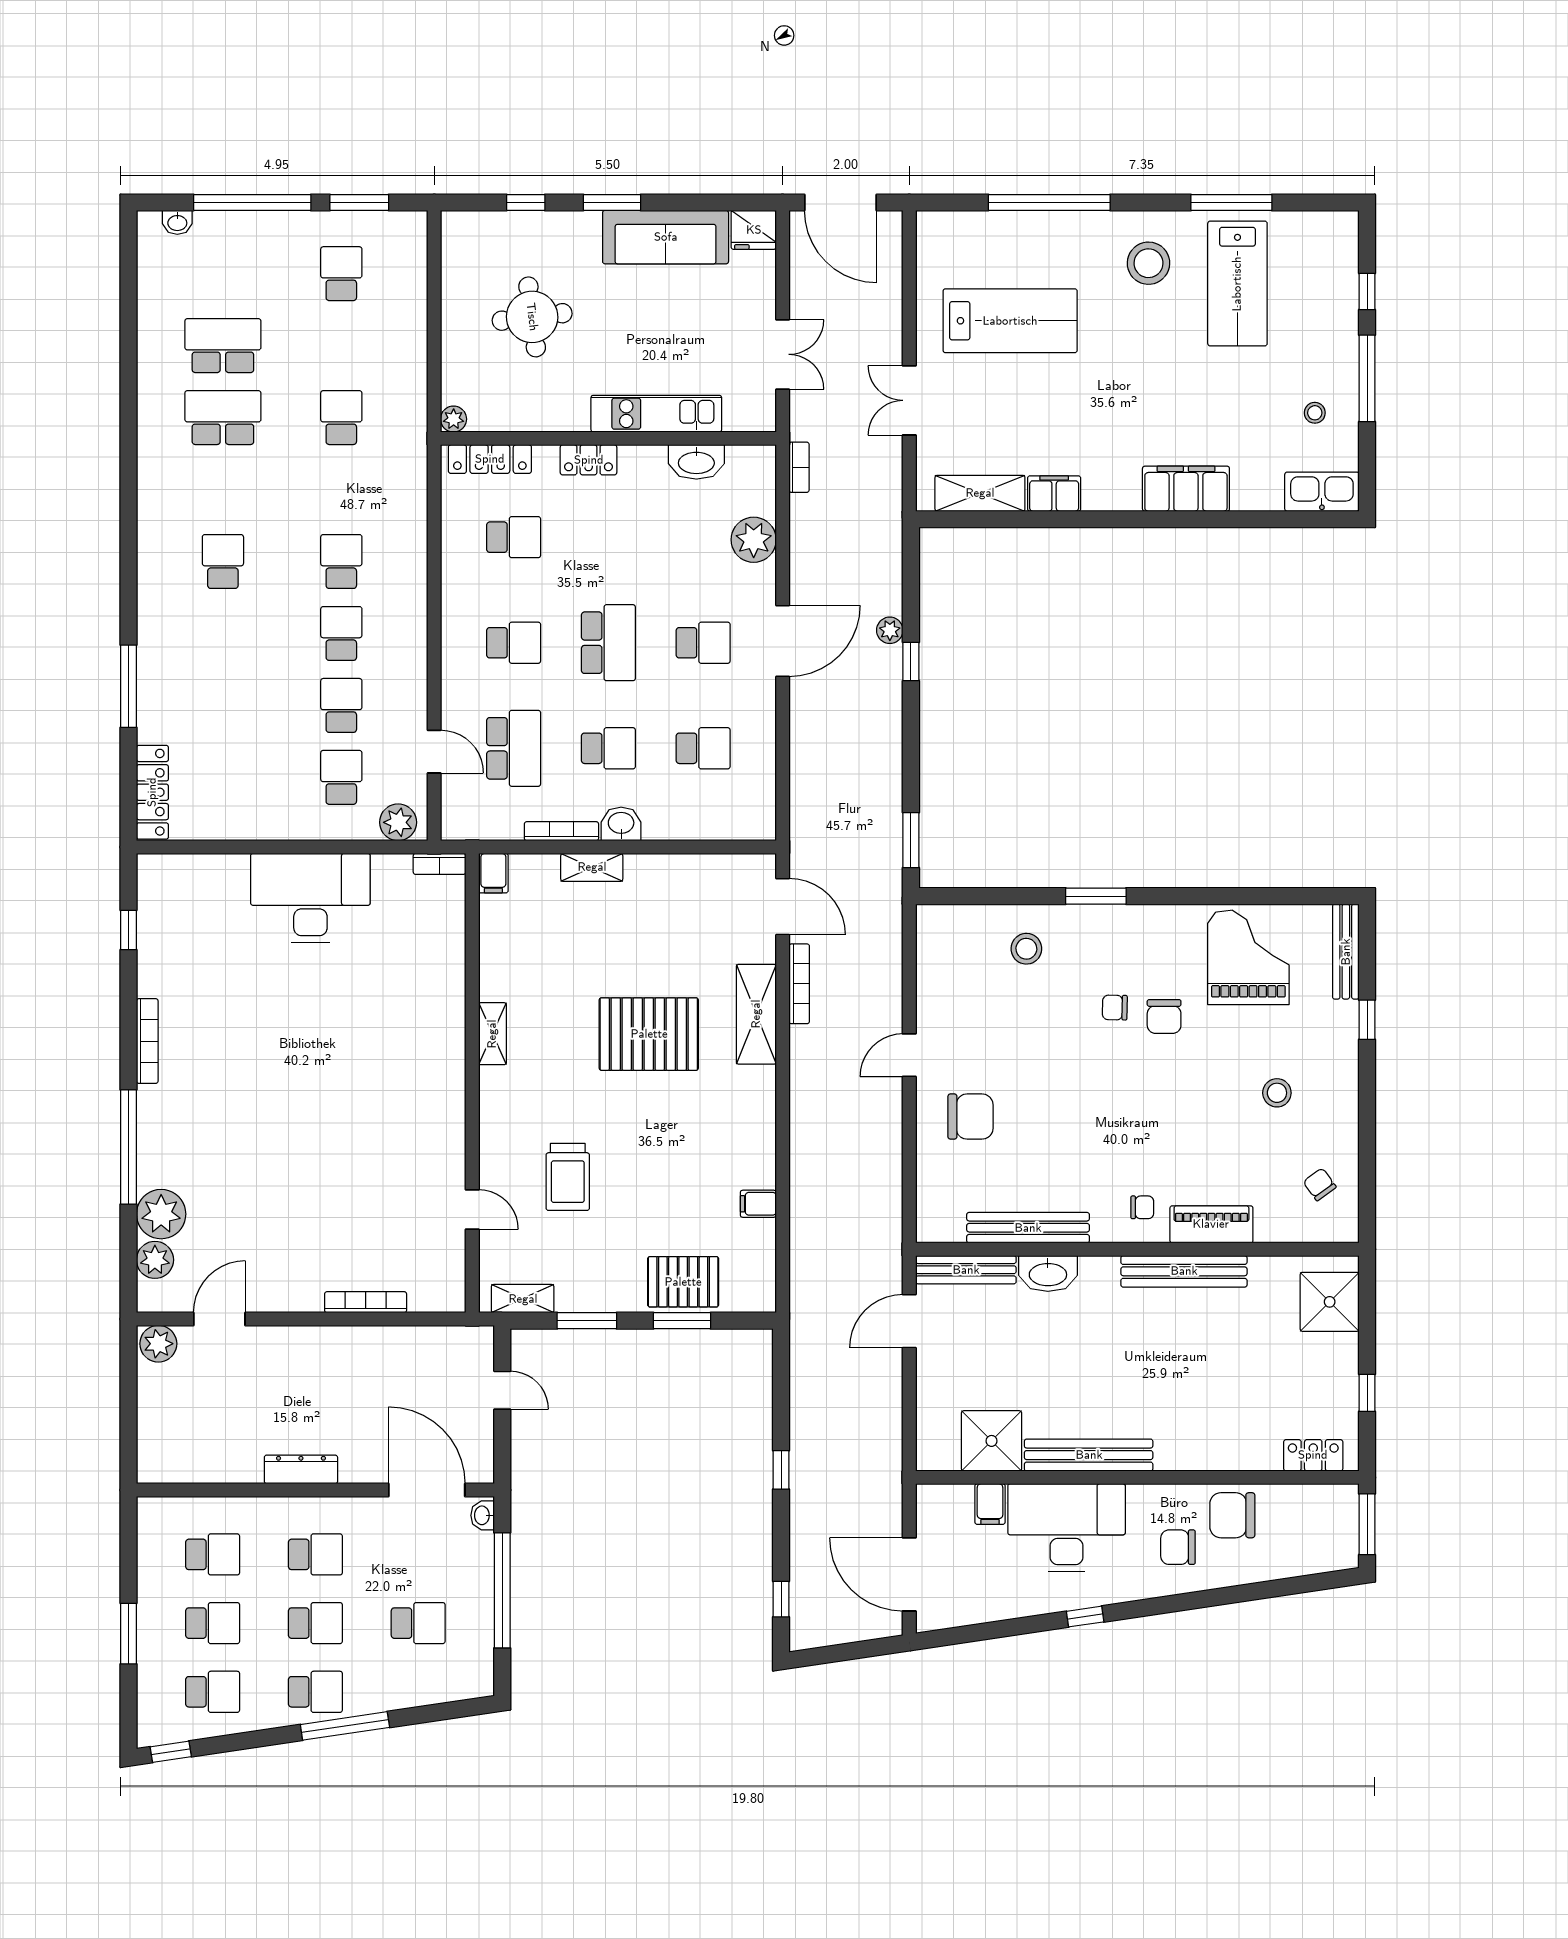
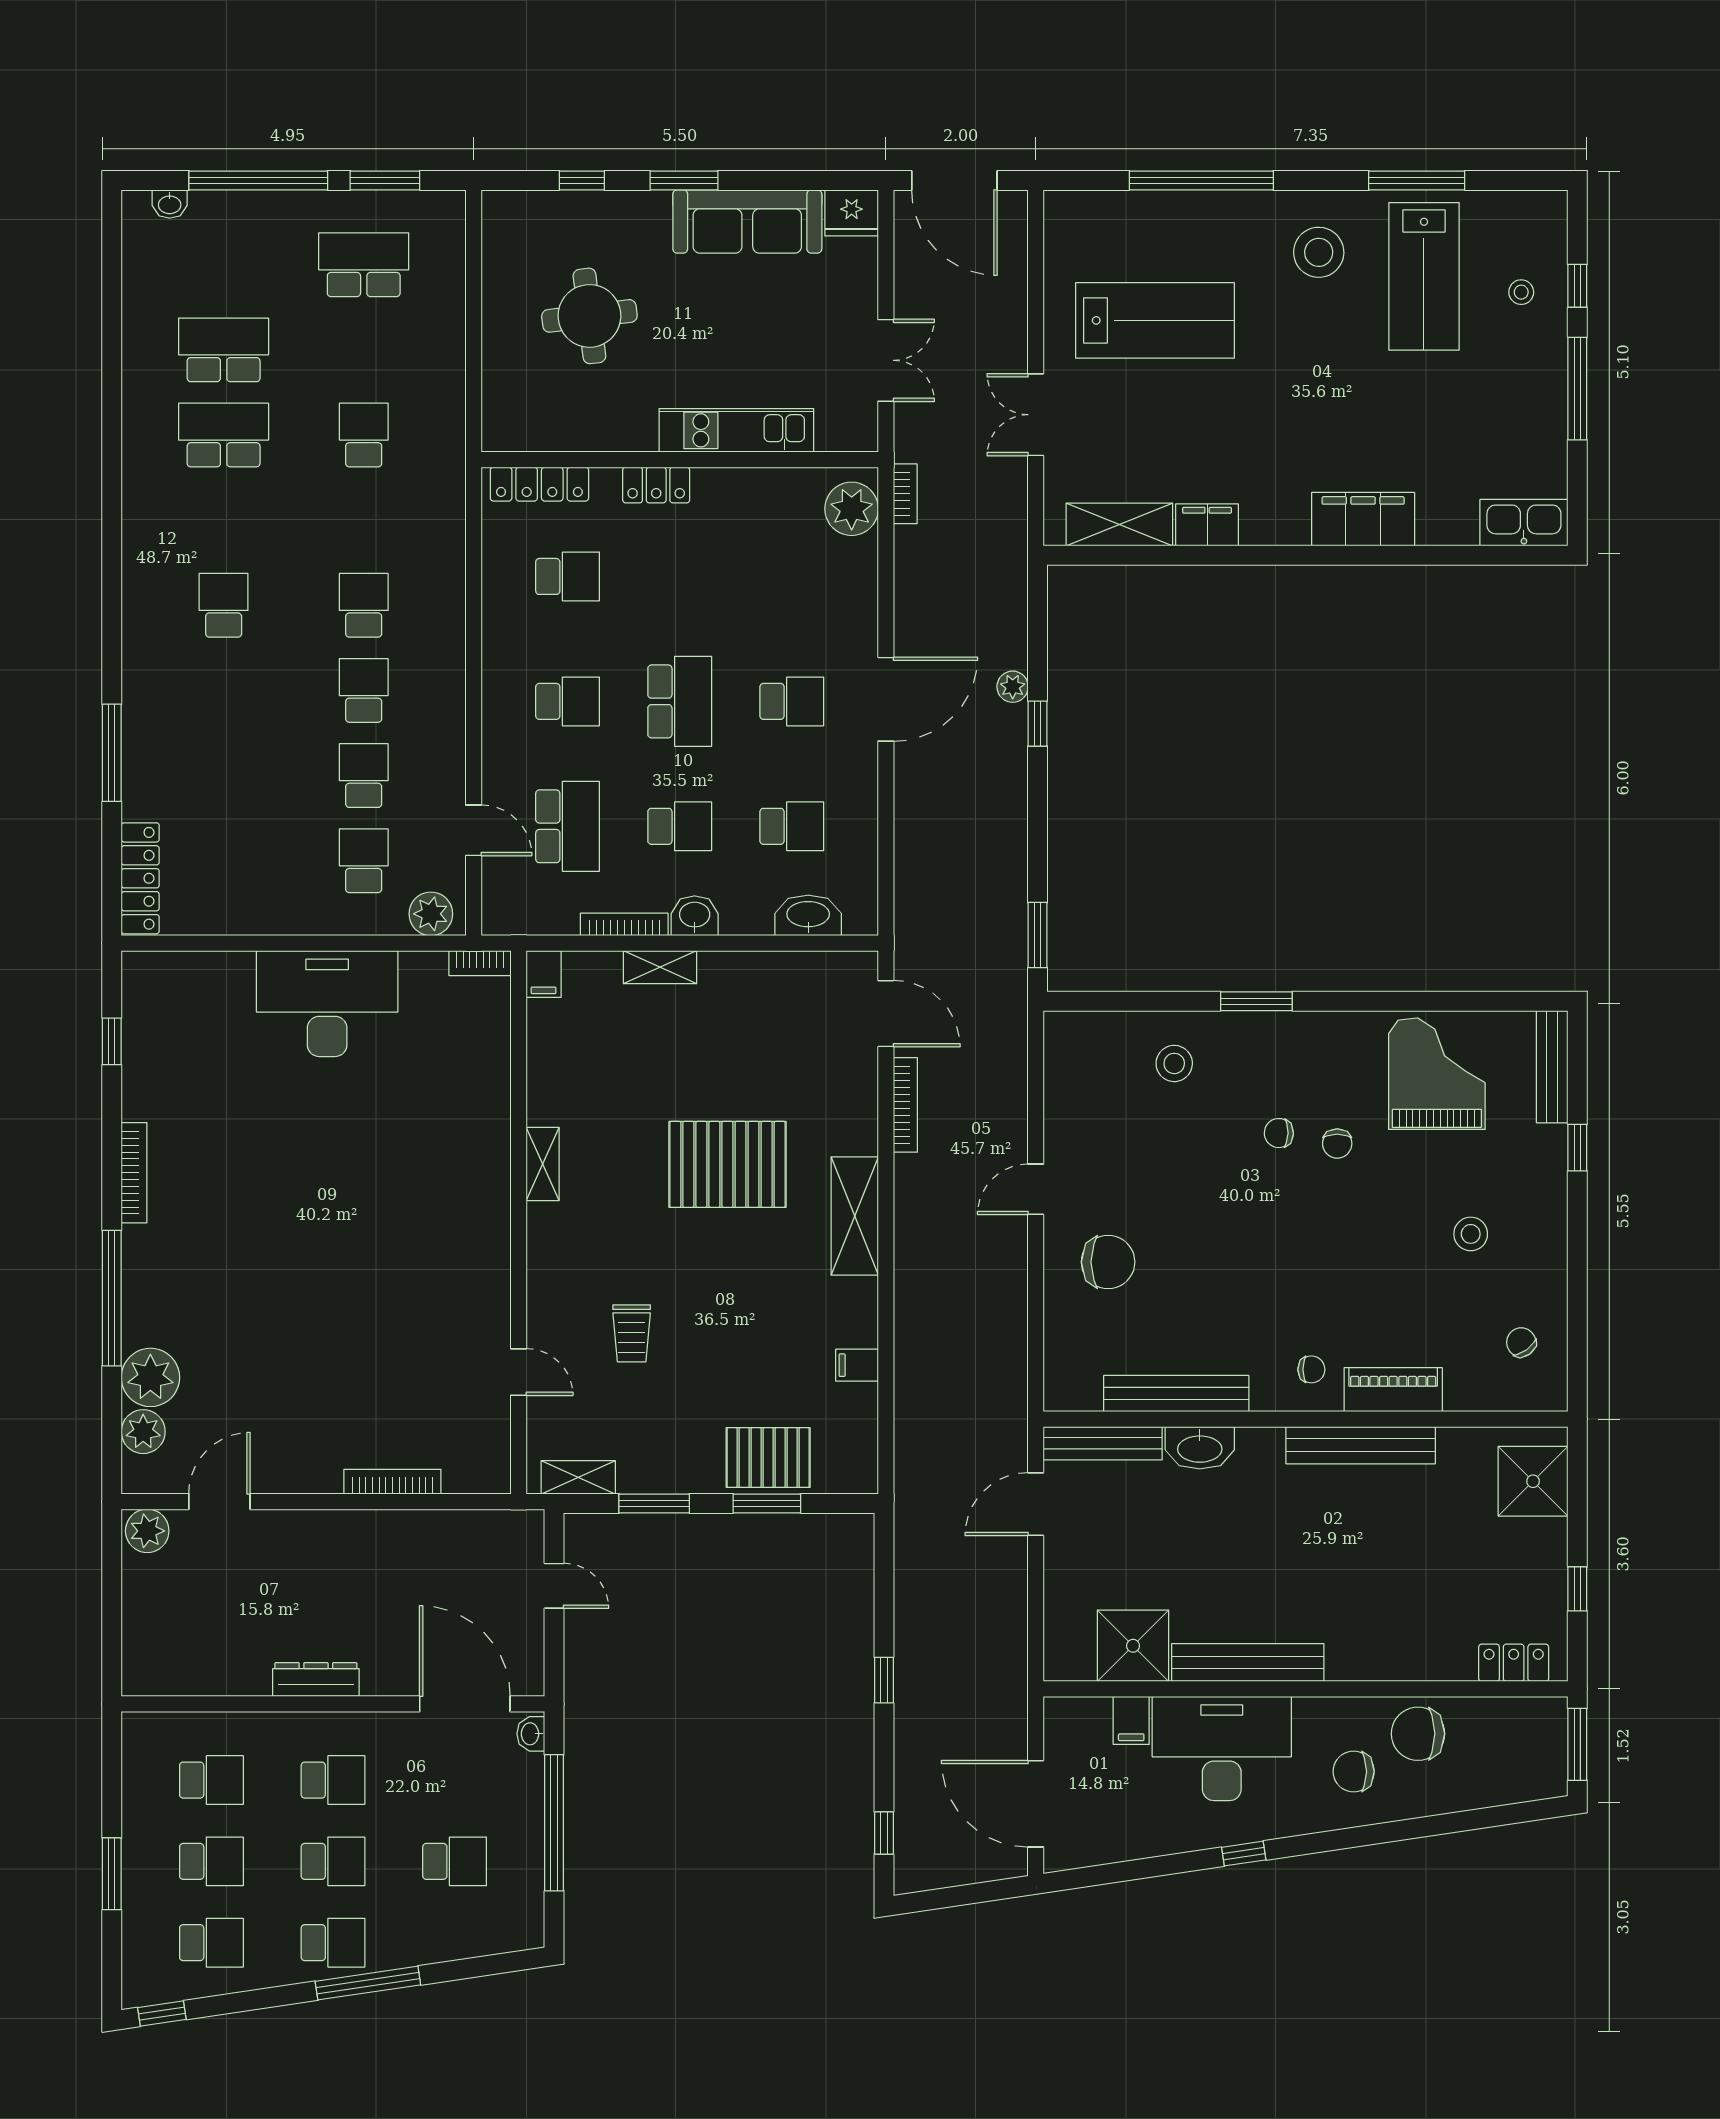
school desk: (341, 274) -> (364, 265), width x1.85
stool: (1315, 413) -> (1521, 292), moved
plant: (454, 419) -> (496, 437), removed
washbasin: (696, 462) -> (808, 915), moved, turned 180
plant: (754, 540) -> (852, 509), moved
shelving: (756, 1014) -> (855, 1216), moved
chair: (1164, 1016) -> (1337, 1144), width x0.73, depth x0.73
trolley: (568, 1177) -> (632, 1333), width x0.73, depth x0.72

